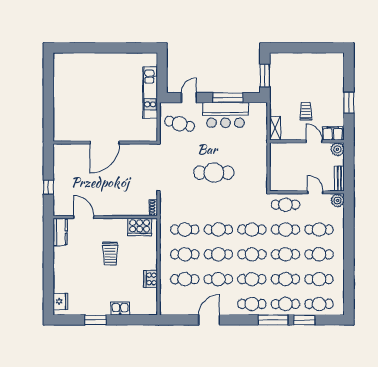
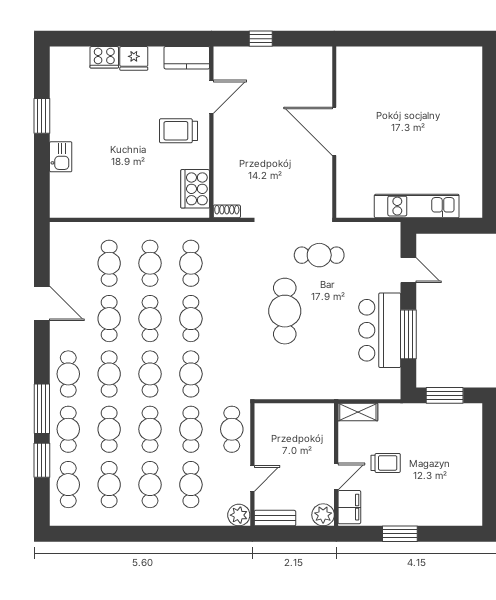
cafe table: (180, 124) -> (319, 255), moved, turned 76
trolley: (110, 254) -> (179, 131), moved
cooker: (151, 279) -> (104, 57), moved, turned 180
fridge: (60, 302) -> (134, 58), moved

